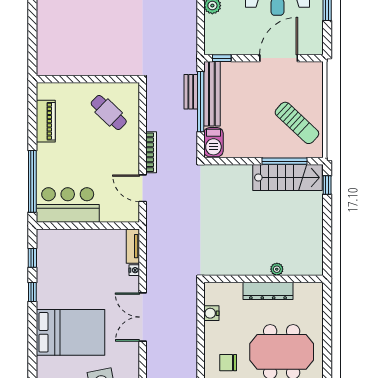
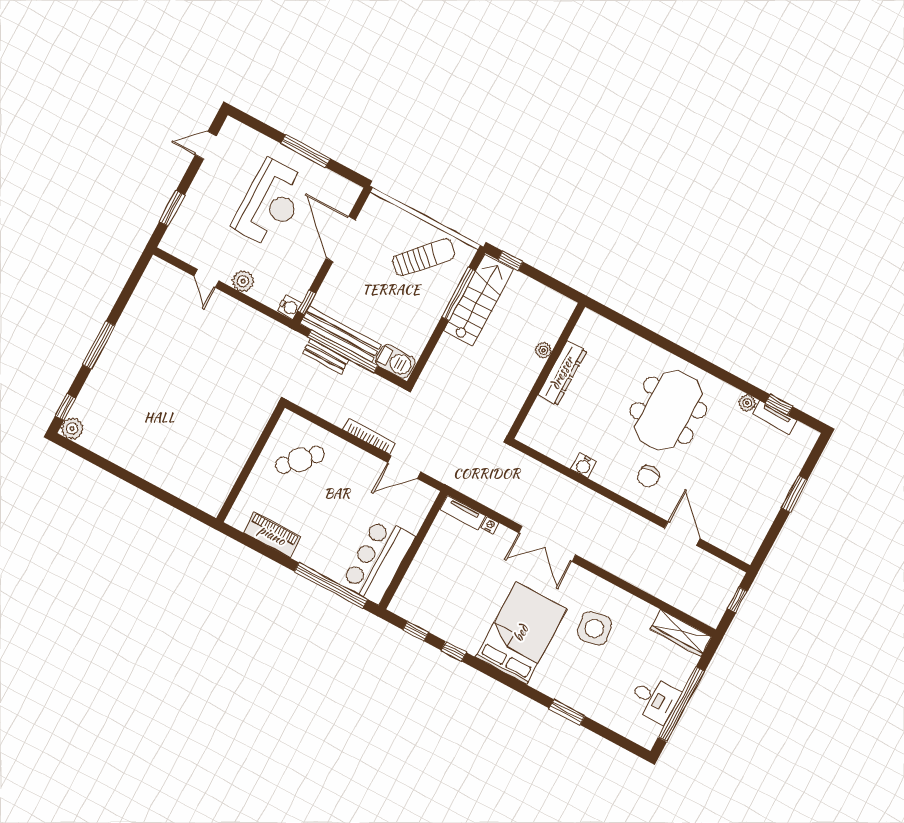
water cooler: (212, 48) -> (289, 307), added
plant: (277, 269) -> (543, 350), moved
wall: (263, 279) -> (546, 371), moved
dresser: (268, 291) -> (562, 373), moved

